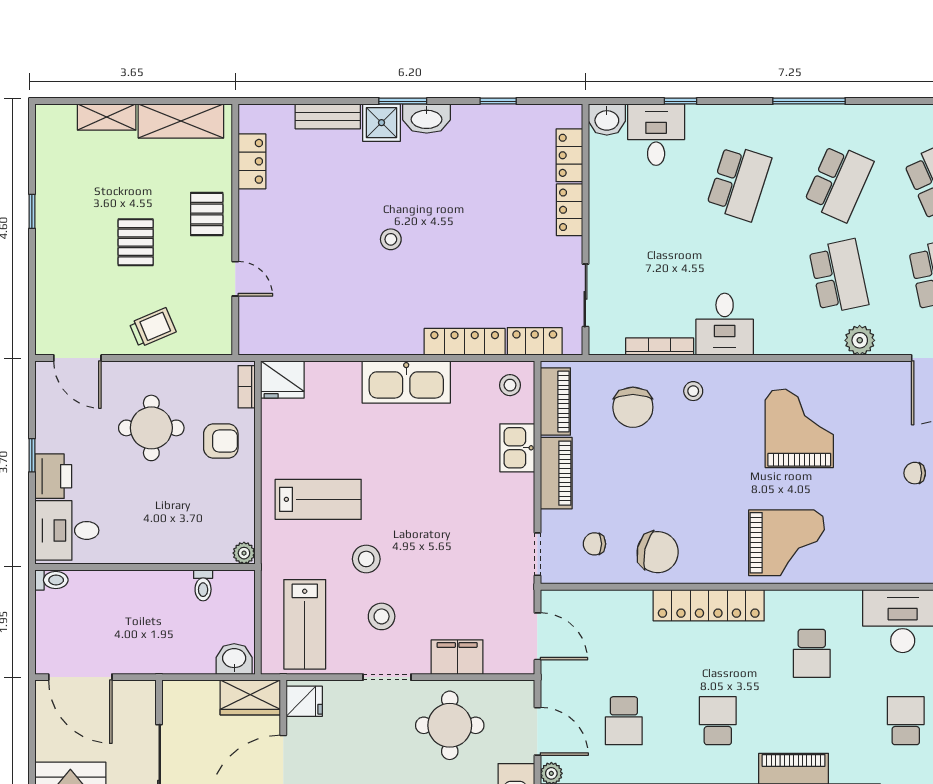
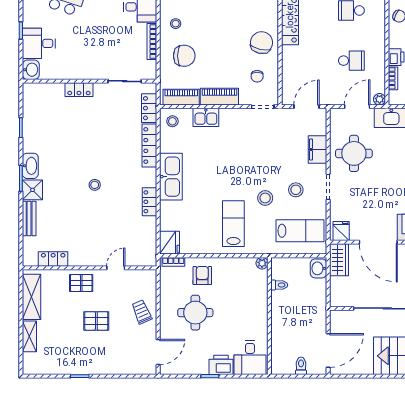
locker: (569, 155) -> (149, 202), moved, turned 90
toilet: (51, 580) -> (301, 366), moved

